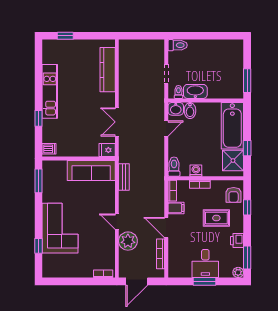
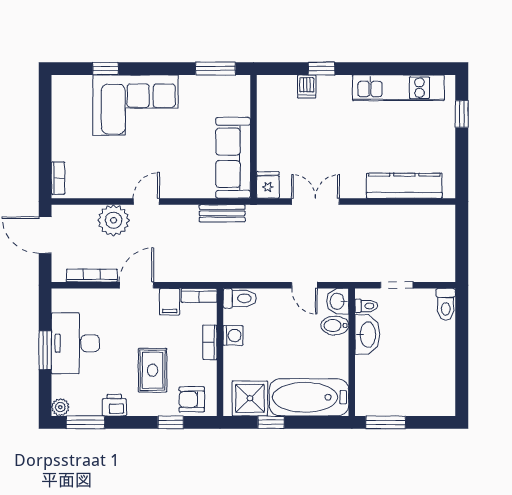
kitchen unit: (50, 91) -> (398, 88), moved
dishwasher: (49, 149) -> (307, 86), moved
desk: (205, 263) -> (75, 343), width x1.37

